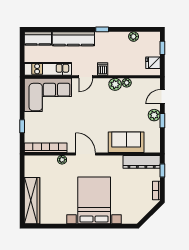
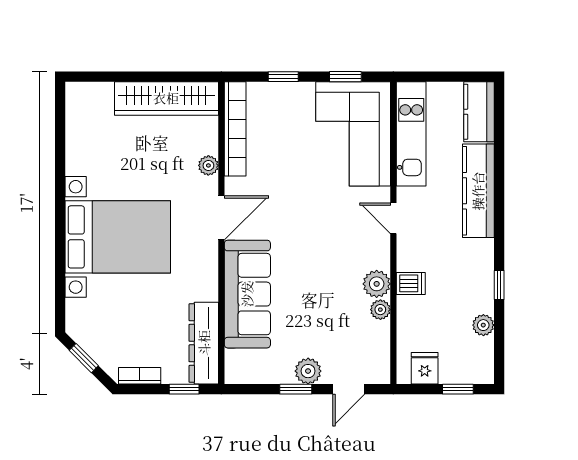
window: (102, 29) -> (499, 285), moved
dishwasher: (103, 69) -> (411, 283), moved
door: (162, 97) -> (349, 389), swing flipped
window: (22, 98) -> (345, 77), added
sofa: (126, 142) -> (247, 294), width x1.36
wardrobe: (32, 201) -> (166, 98), moved
window: (148, 216) -> (84, 358), added

